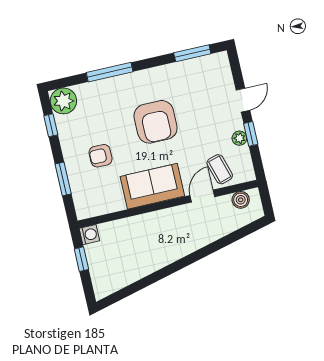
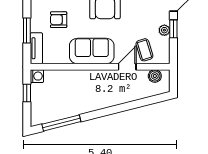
tv unit: (81, 199) -> (36, 48), added
window: (134, 288) -> (61, 123), added

